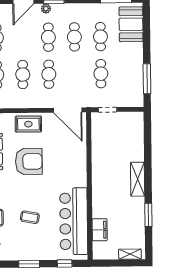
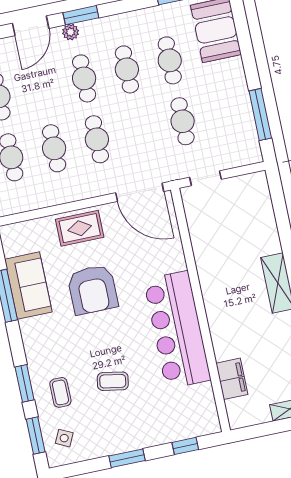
armchair: (29, 161) -> (93, 290), turned 90
bar counter: (74, 221) -> (177, 330), moved

